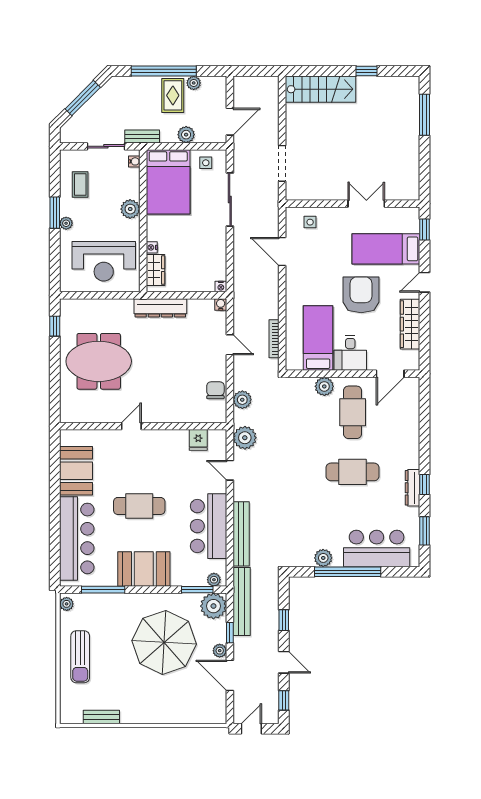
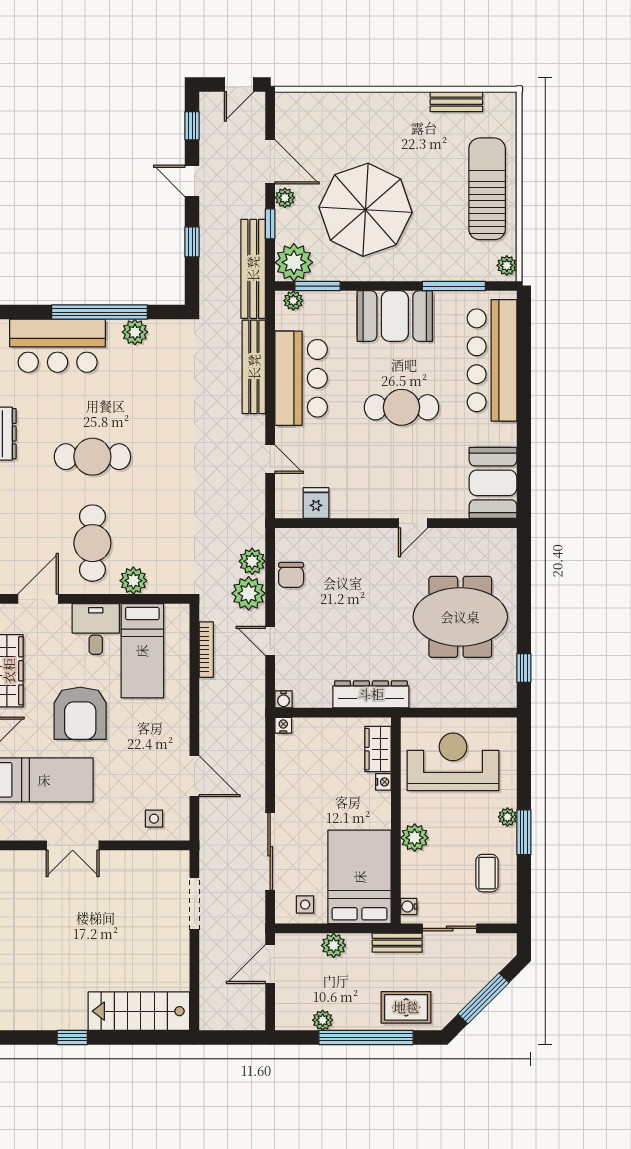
rug: (173, 95) -> (406, 1007), moved, turned 90
plant: (245, 438) -> (249, 593), moved
booth: (76, 471) -> (493, 483), moved
sun lounger: (80, 657) -> (487, 189), width x1.36, depth x1.34

